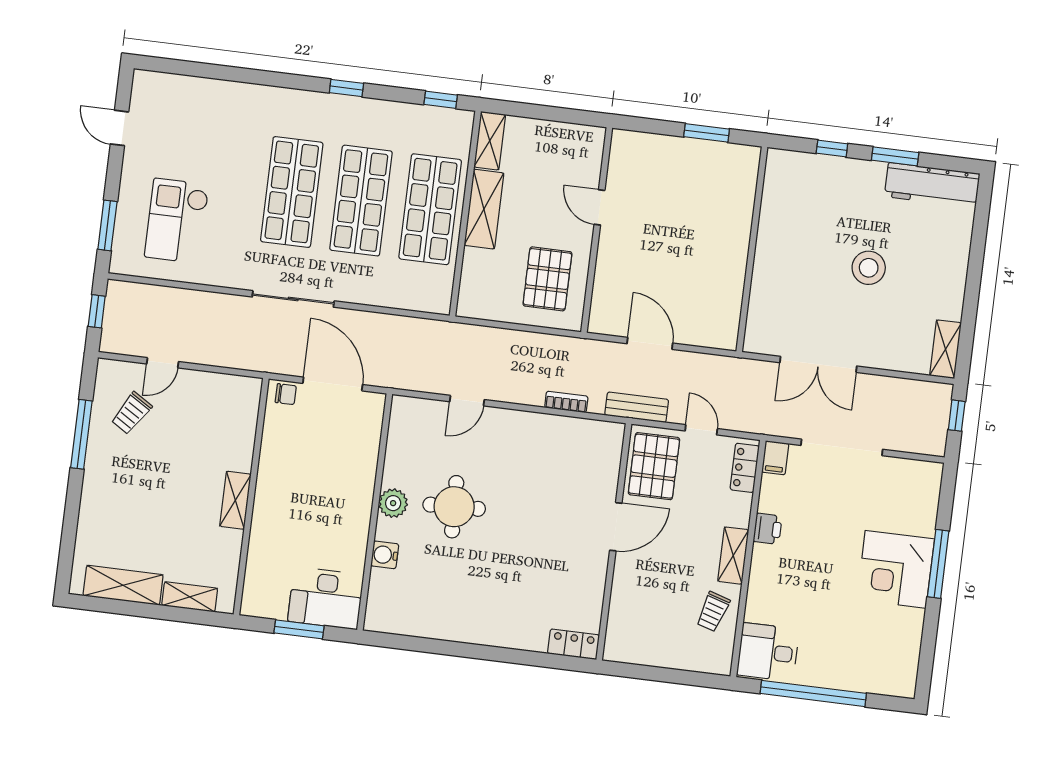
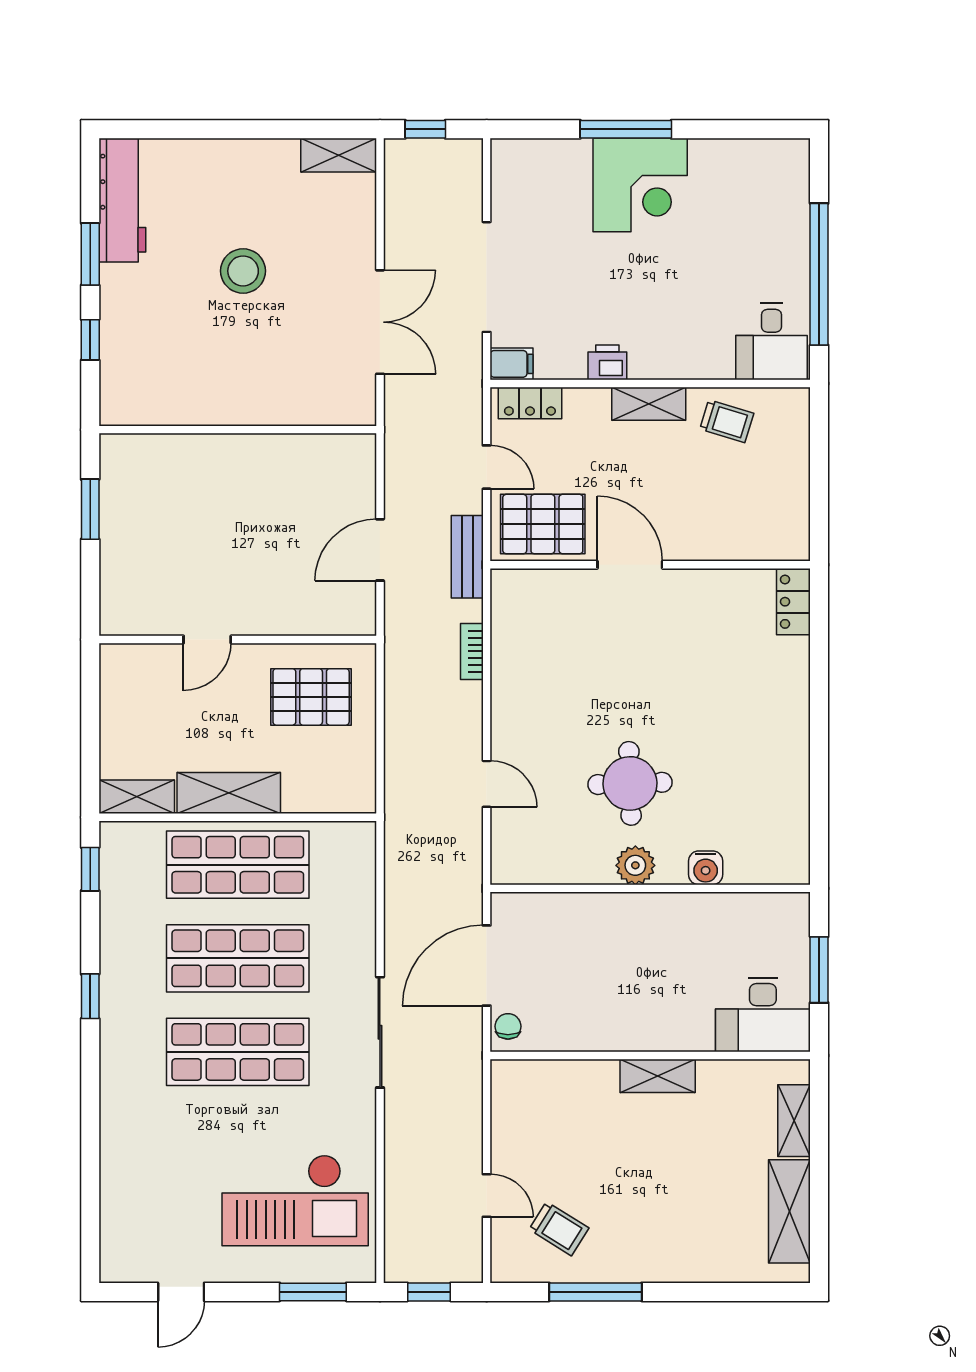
checkout: (177, 221) -> (295, 1200), width x1.36, depth x1.21
door: (701, 430) -> (487, 467), swing flipped
desk: (326, 598) -> (763, 1015), moved, turned 90

